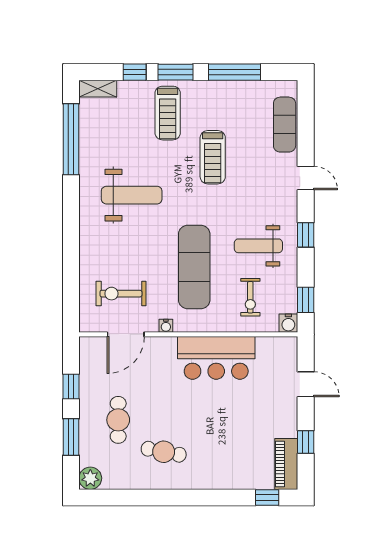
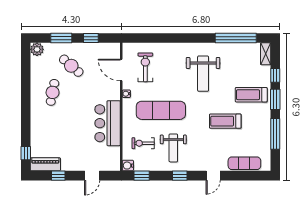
weight bench: (258, 246) -> (173, 148), turned 180
cafe table: (118, 420) -> (71, 66), turned 41

